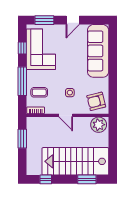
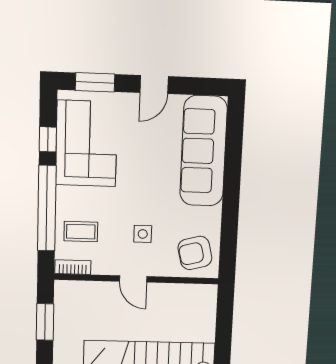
window: (22, 81) -> (47, 208), width x1.46
plant: (99, 125) -> (198, 299), removed

